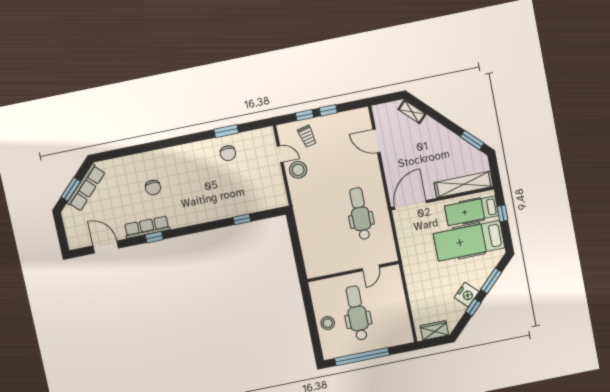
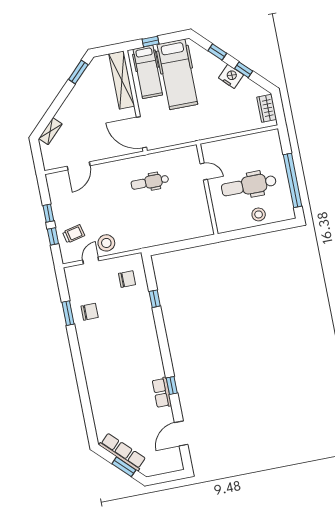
chair: (153, 188) -> (127, 279), moved
dental chair: (360, 214) -> (150, 182), width x0.73, depth x0.72
row of seats: (147, 227) -> (162, 393), width x0.68
window: (491, 281) -> (217, 52), width x0.67

